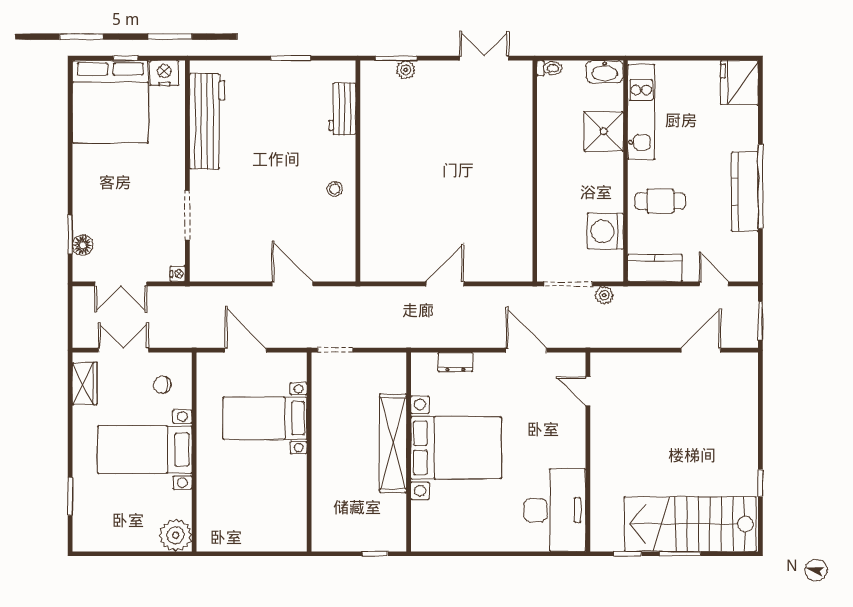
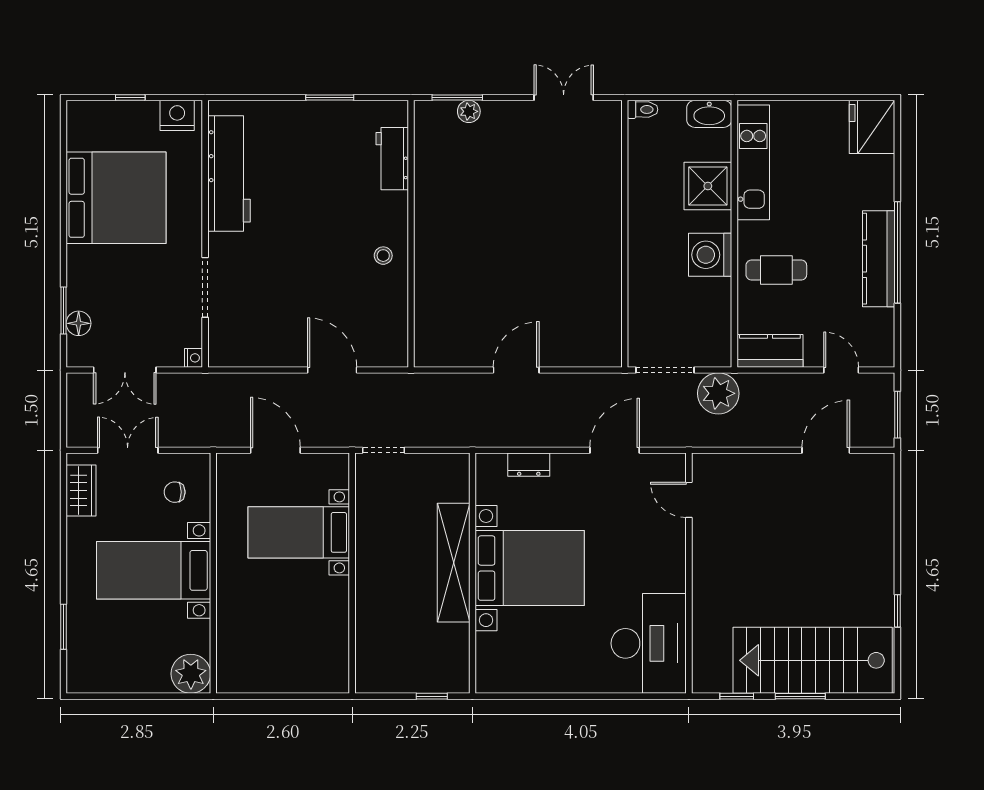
bed: (110, 102) -> (116, 198), moved, turned -90
washing machine: (605, 231) -> (710, 255), moved
plant: (604, 295) -> (718, 393), width x1.88, depth x1.88
door: (526, 350) -> (615, 450), hinge flipped

